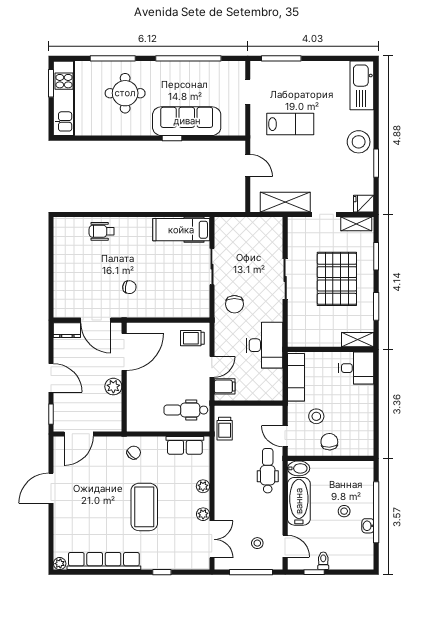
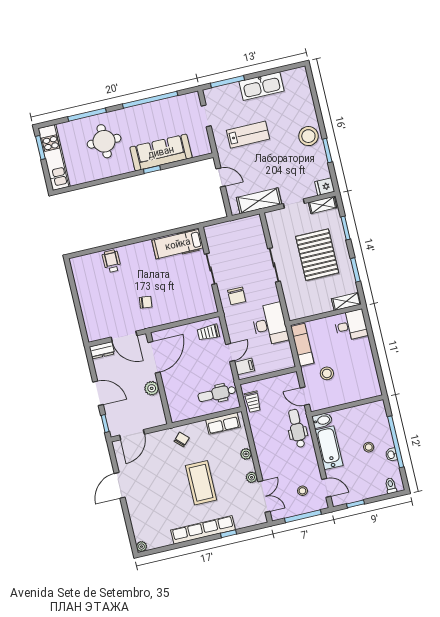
kitchen sink: (362, 85) -> (262, 86), moved, turned -90
wheelchair: (102, 231) -> (112, 261), turned 90
chair: (329, 442) -> (343, 392), removed
row of seats: (104, 561) -> (203, 530), moved
toilet: (323, 561) -> (391, 486), moved

